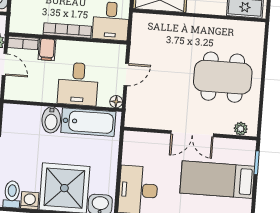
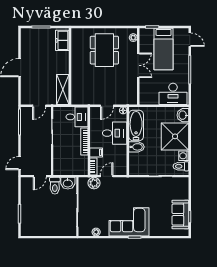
door: (126, 74) -> (107, 106), swing flipped

